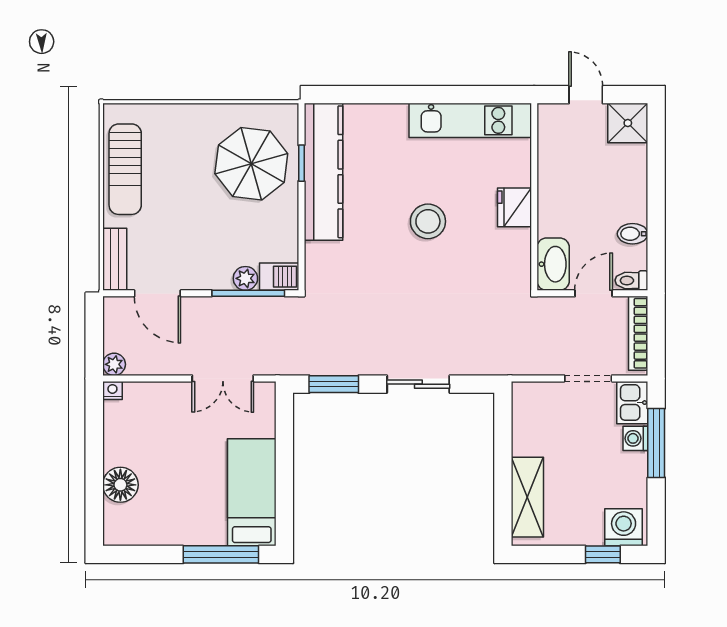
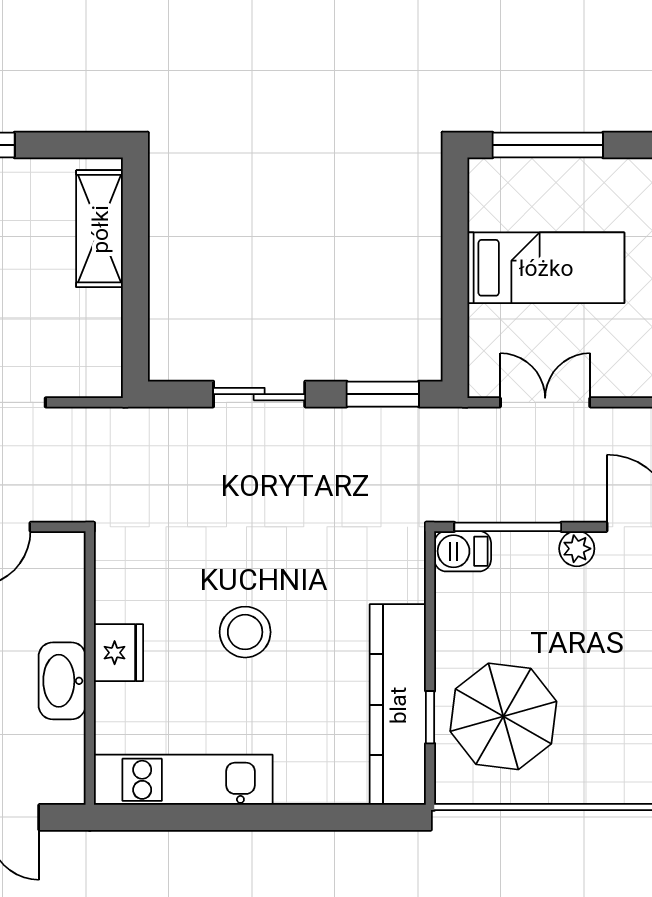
washbasin: (553, 264) -> (62, 681), moved
plant: (245, 278) -> (577, 549), moved
bed: (252, 492) -> (546, 268), moved, turned -90

